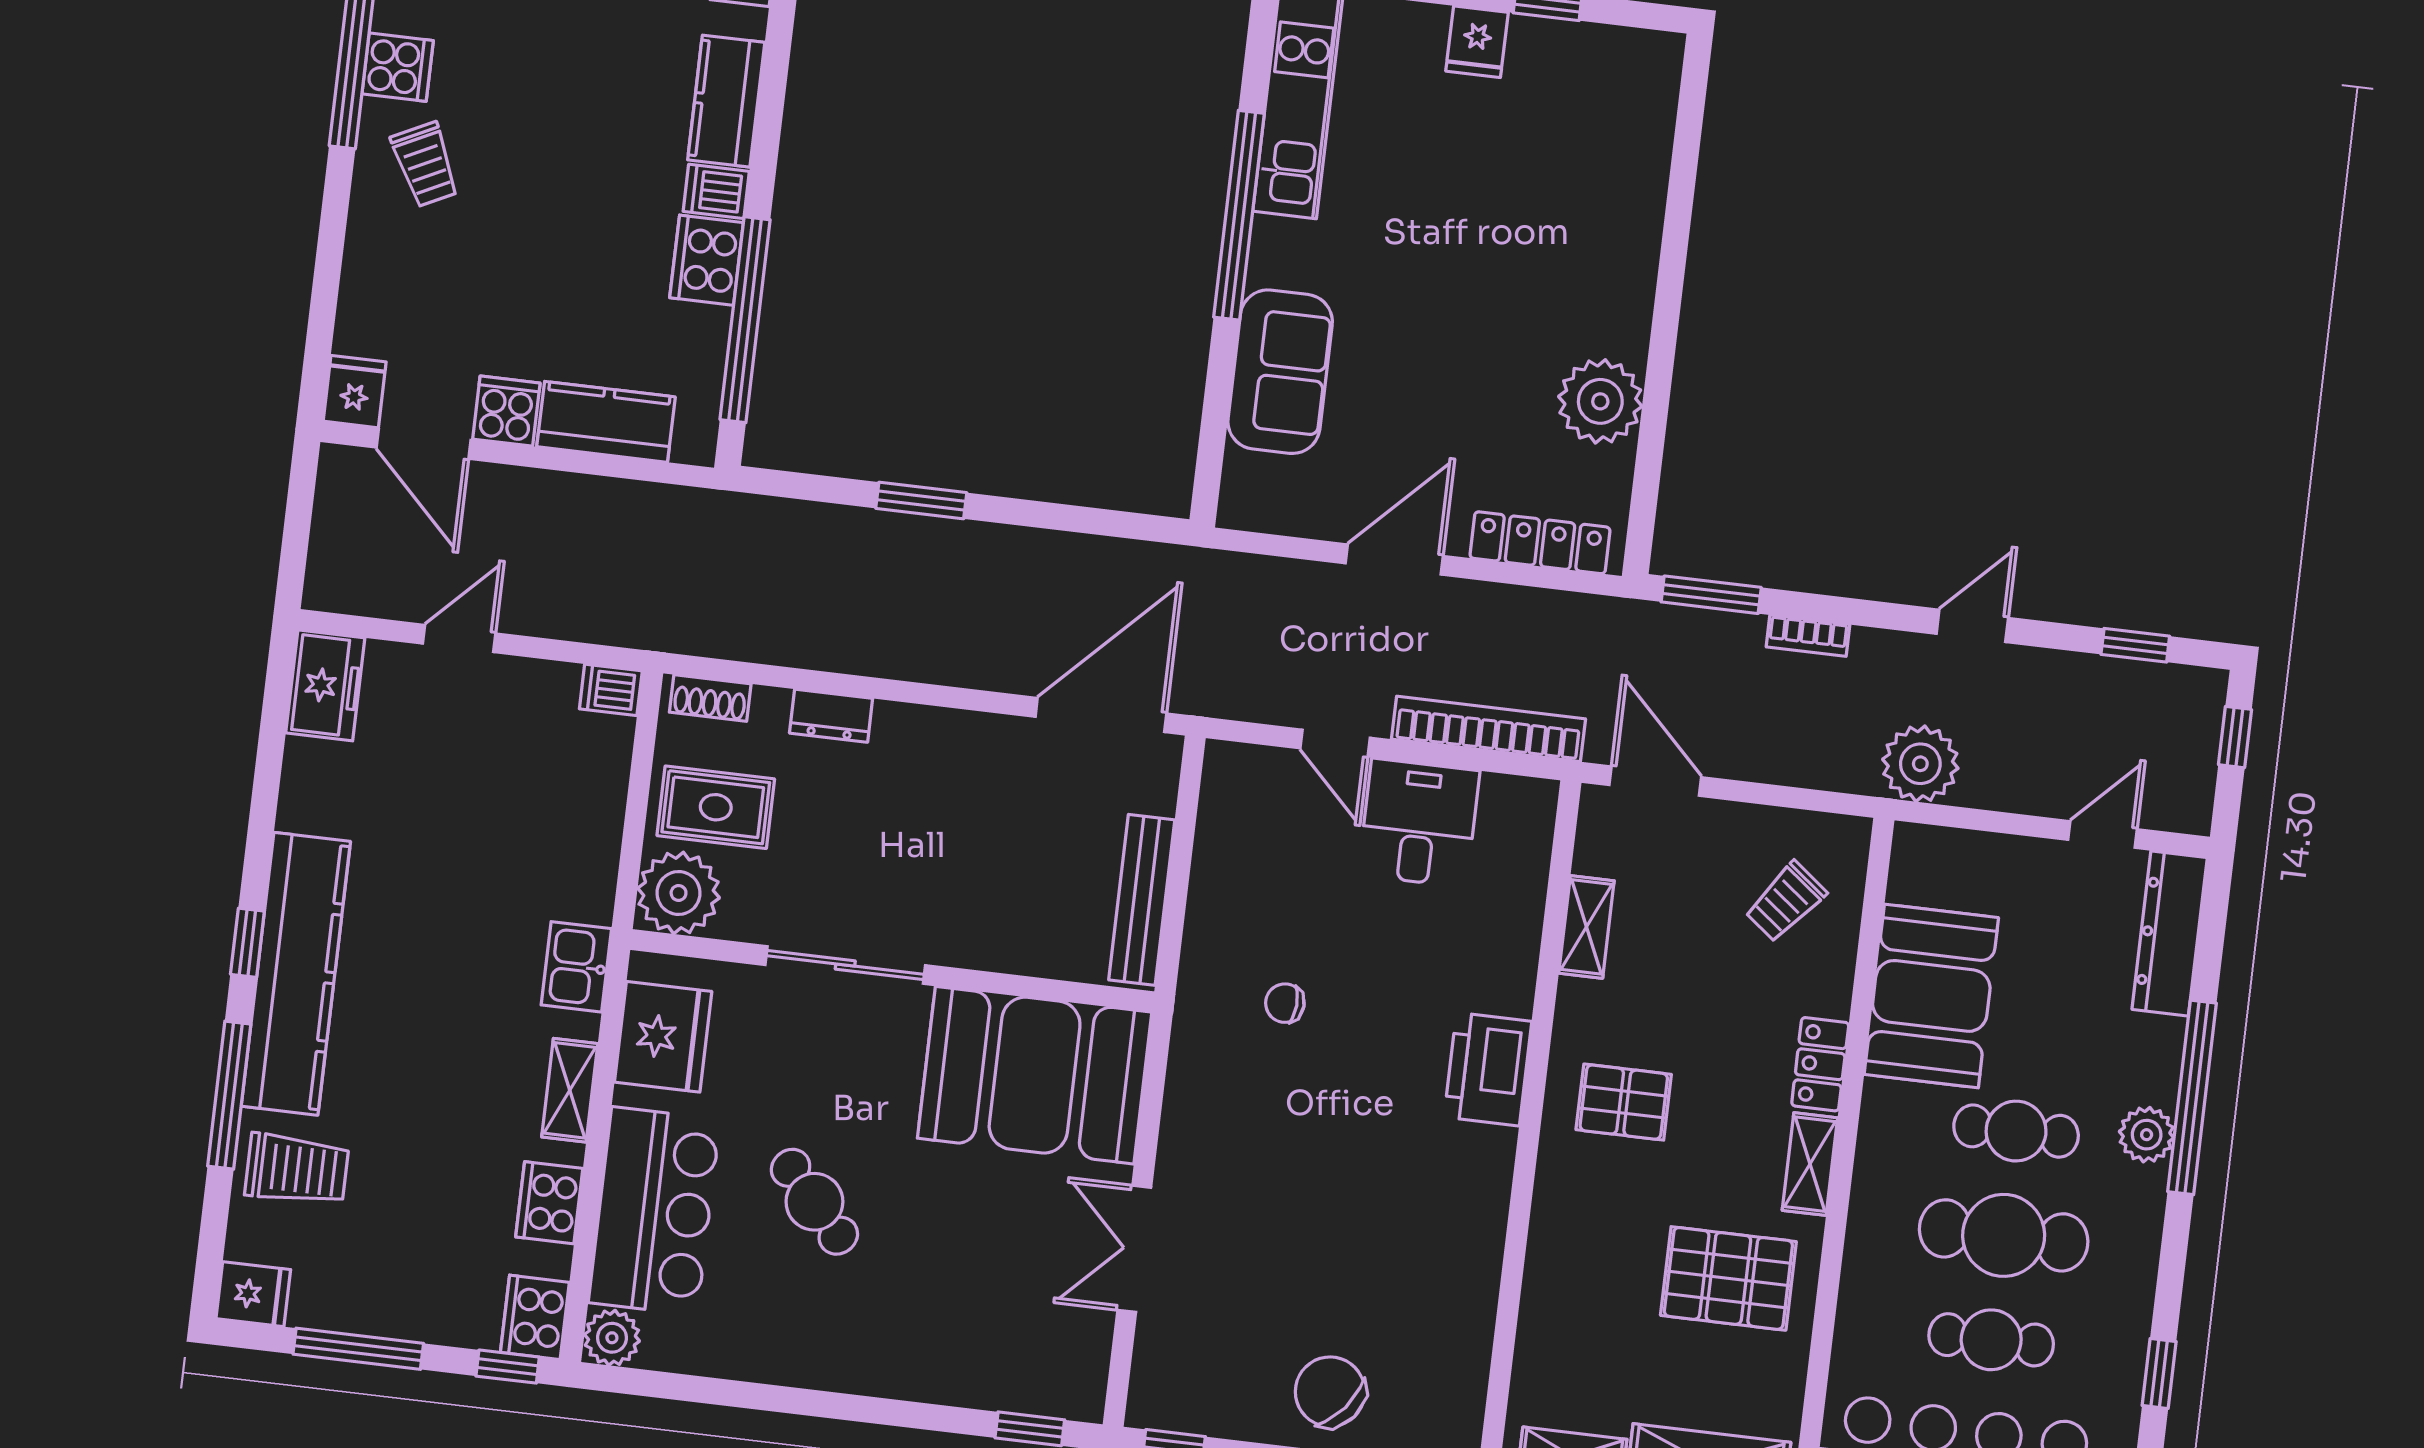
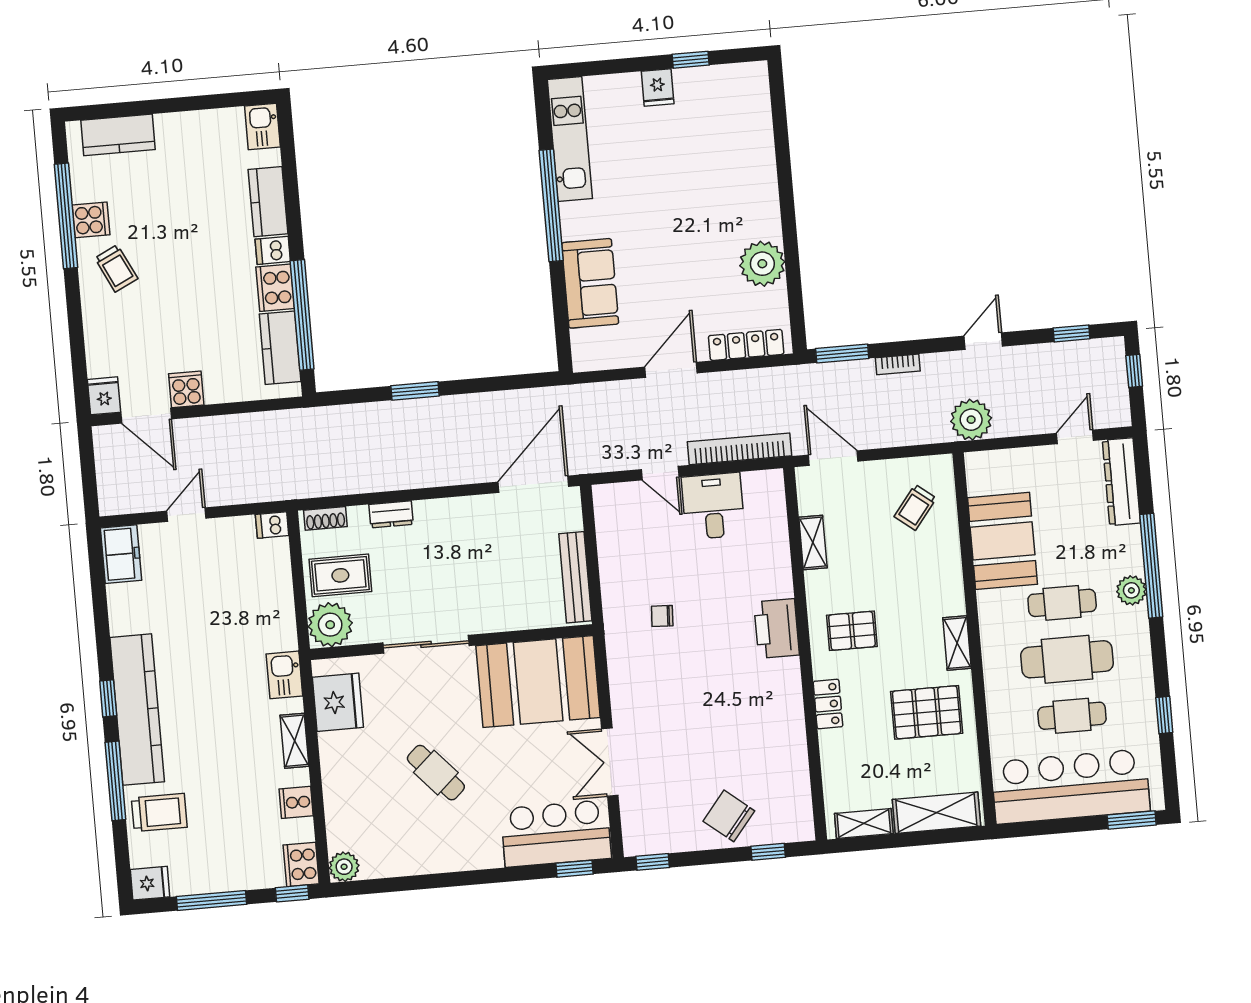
kitchen counter: (606, 422) -> (280, 348), moved, turned -90
locker: (1820, 1064) -> (828, 704), moved, turned 180
cooker: (549, 1203) -> (296, 802), width x0.73
bar counter: (654, 1211) -> (556, 834), moved, turned -90

